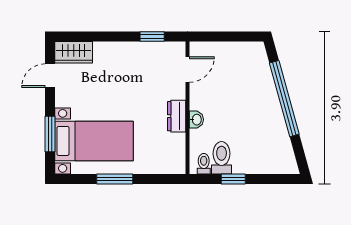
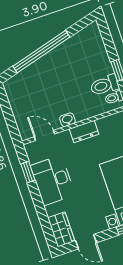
desk: (133, 62) -> (53, 180), added
washbasin: (196, 120) -> (67, 120), moved

